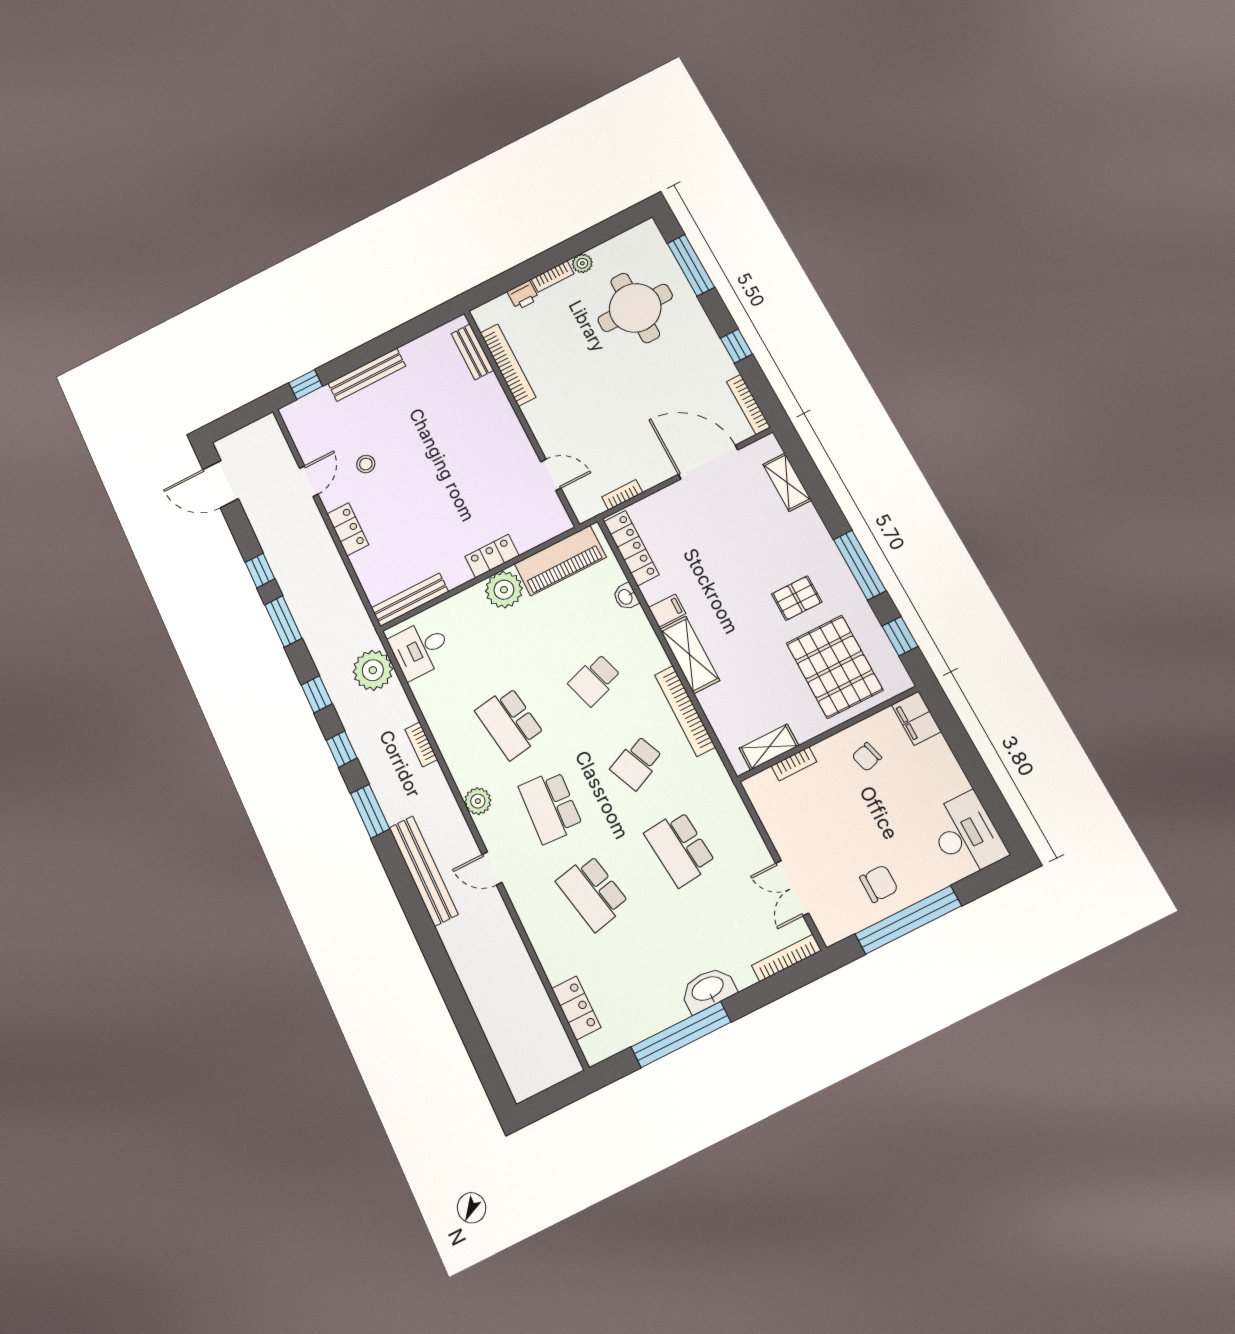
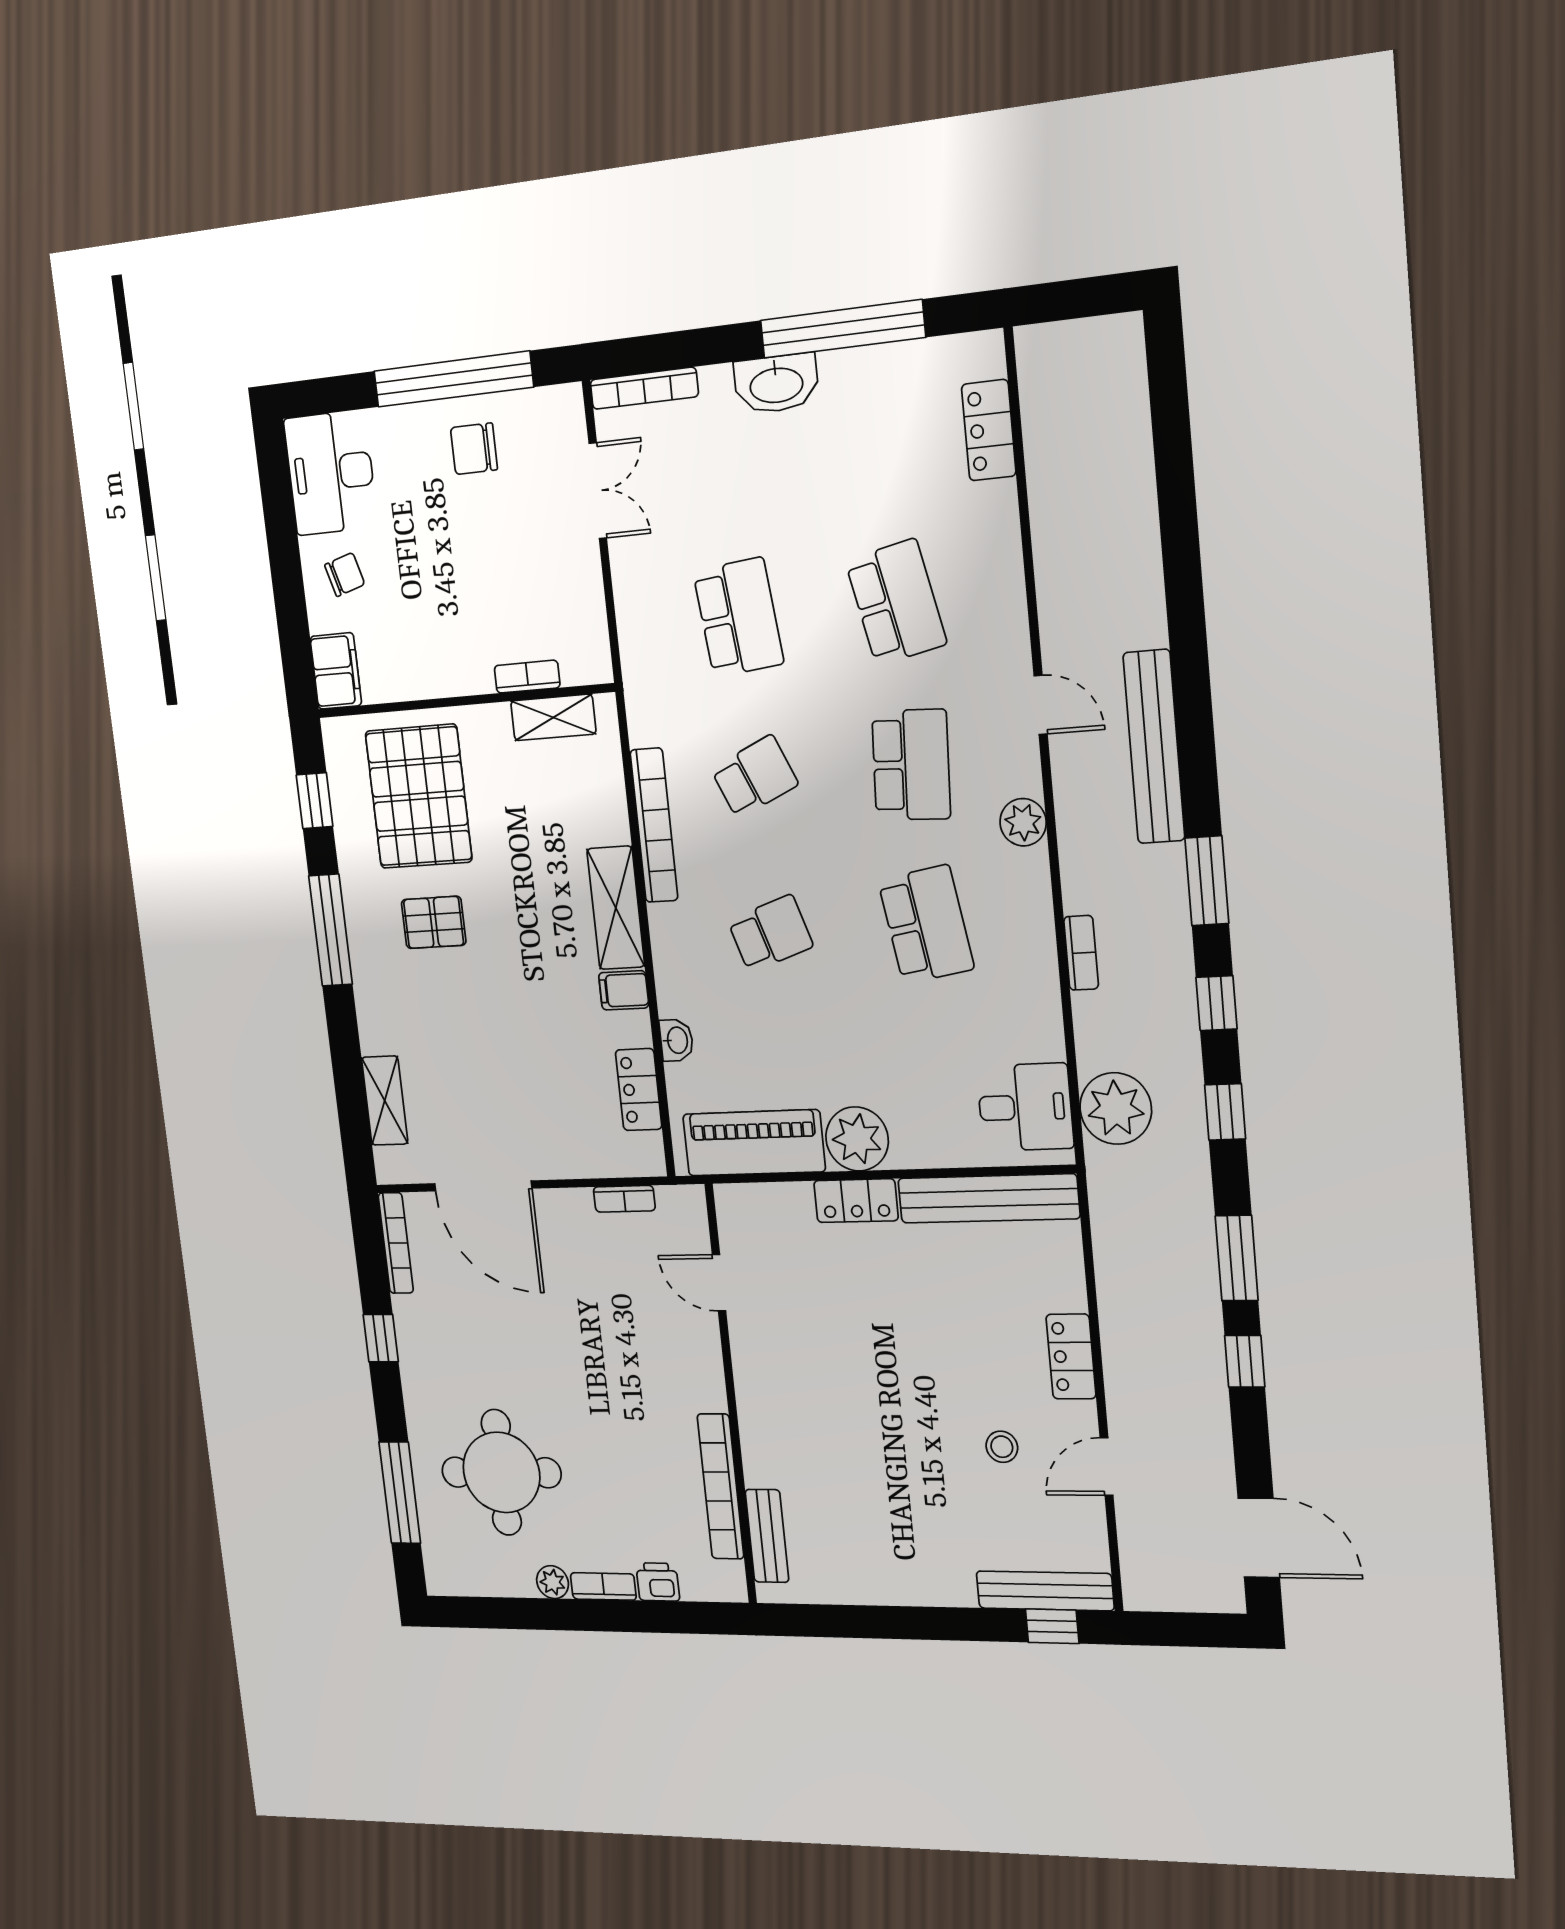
bench: (367, 375) -> (1045, 1591), moved
locker: (631, 548) -> (639, 1090), width x0.66
bench: (410, 600) -> (988, 1198), width x1.37, depth x1.21
chair: (867, 757) -> (345, 575), moved

